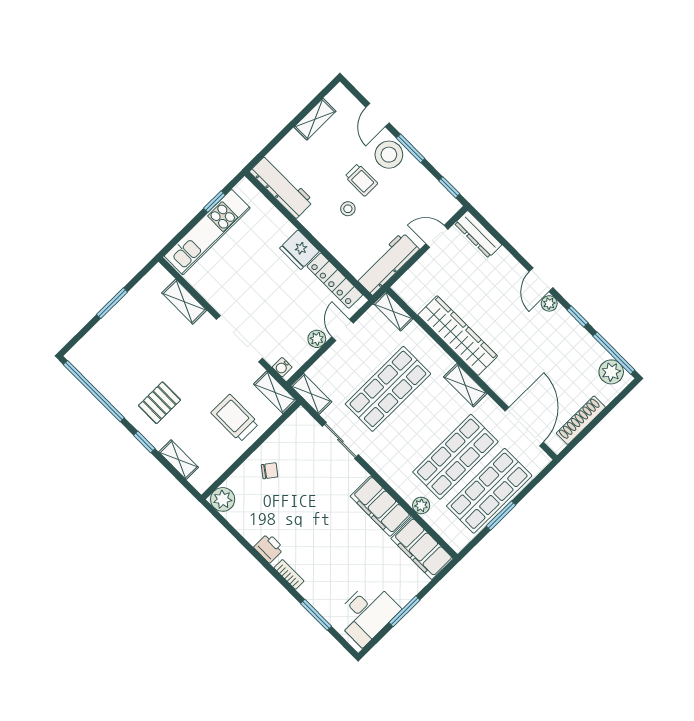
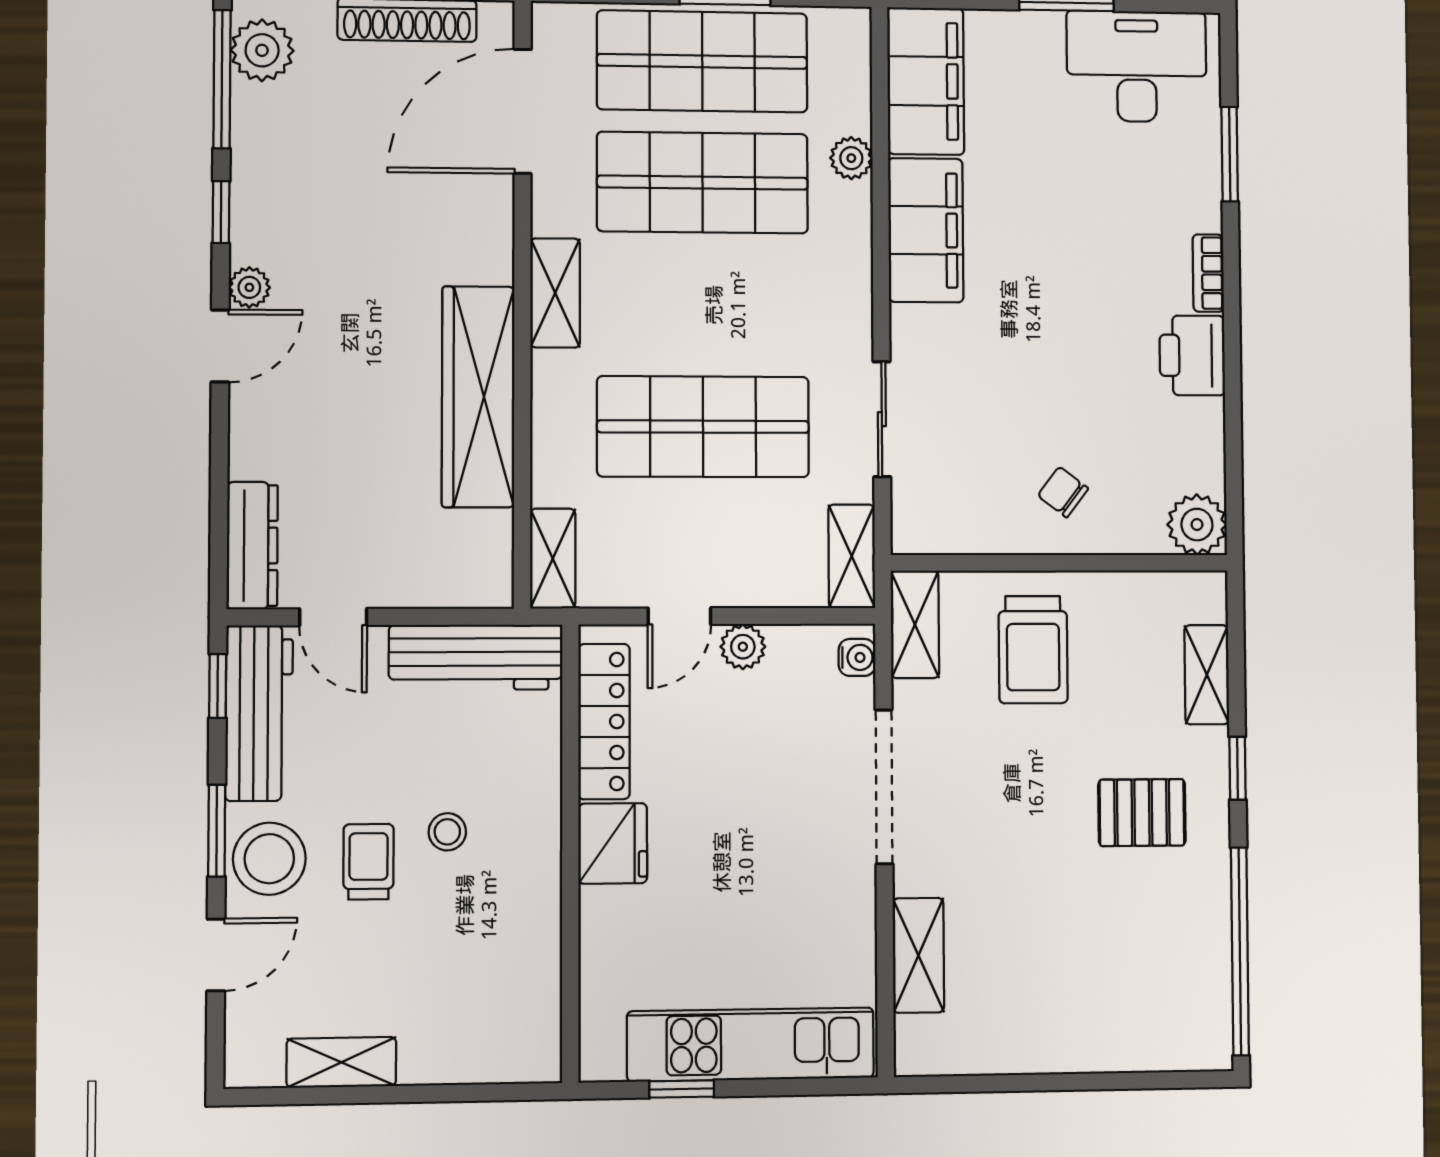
workbench: (282, 186) -> (259, 713), moved, turned 180
window: (112, 303) -> (1053, 1082), removed
printer: (269, 548) -> (1192, 355), width x1.36, depth x1.24

